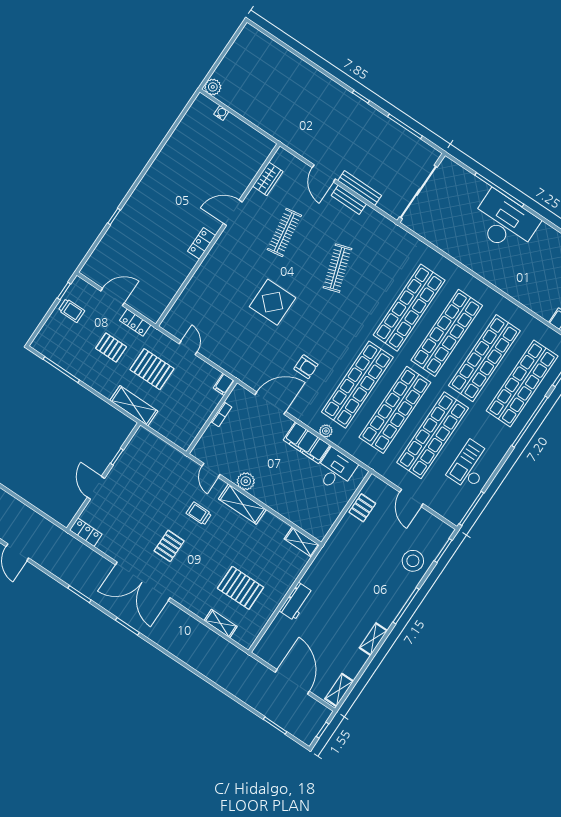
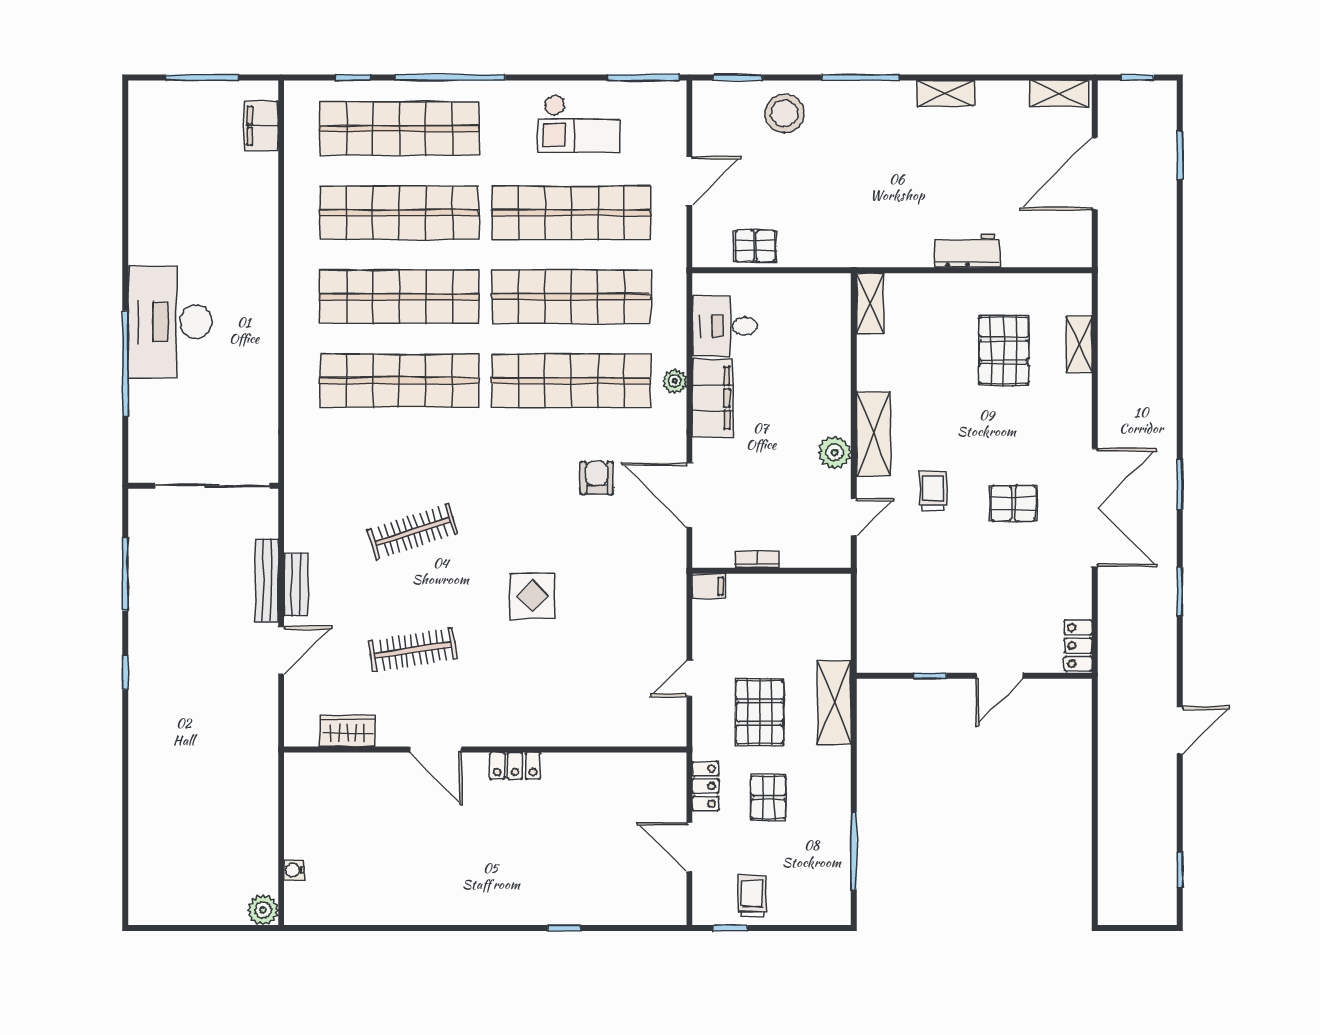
display table: (272, 302) -> (532, 596), width x0.73, depth x0.73
trolley: (199, 514) -> (933, 491), turned 180

